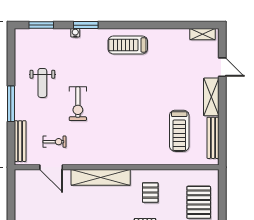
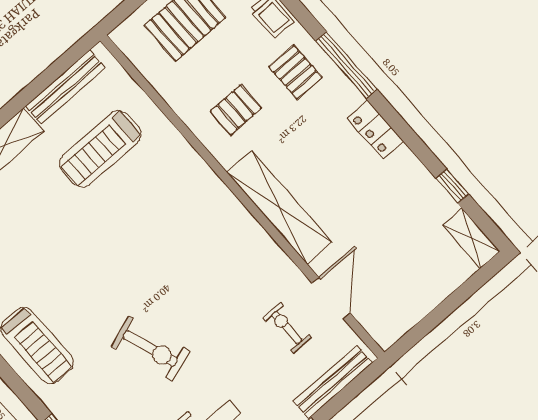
exercise bike: (78, 104) -> (150, 348), moved, turned 71
treadmill: (179, 131) -> (100, 149), turned 180

